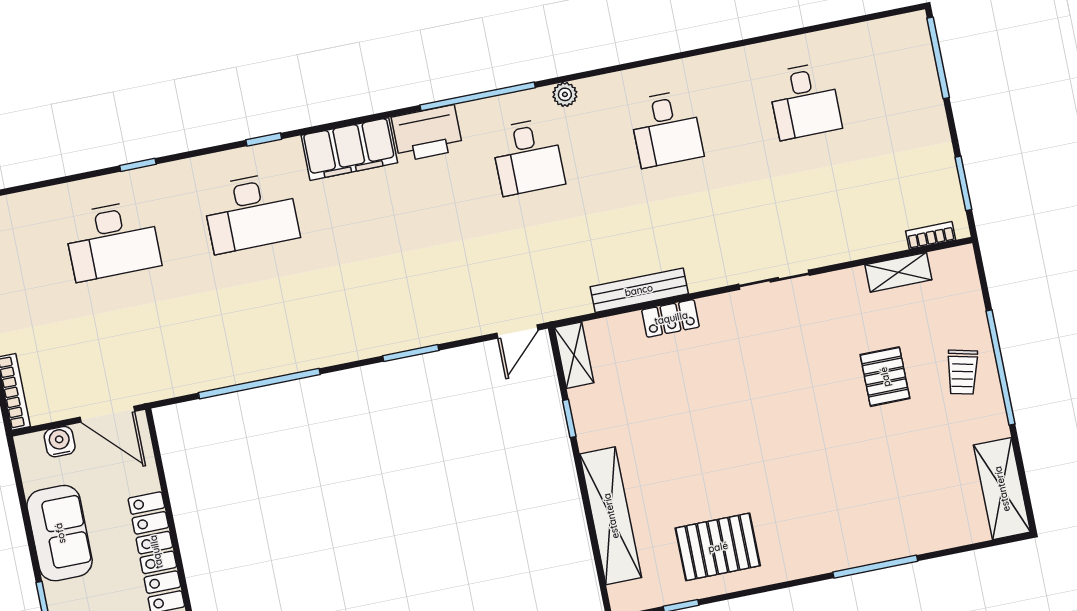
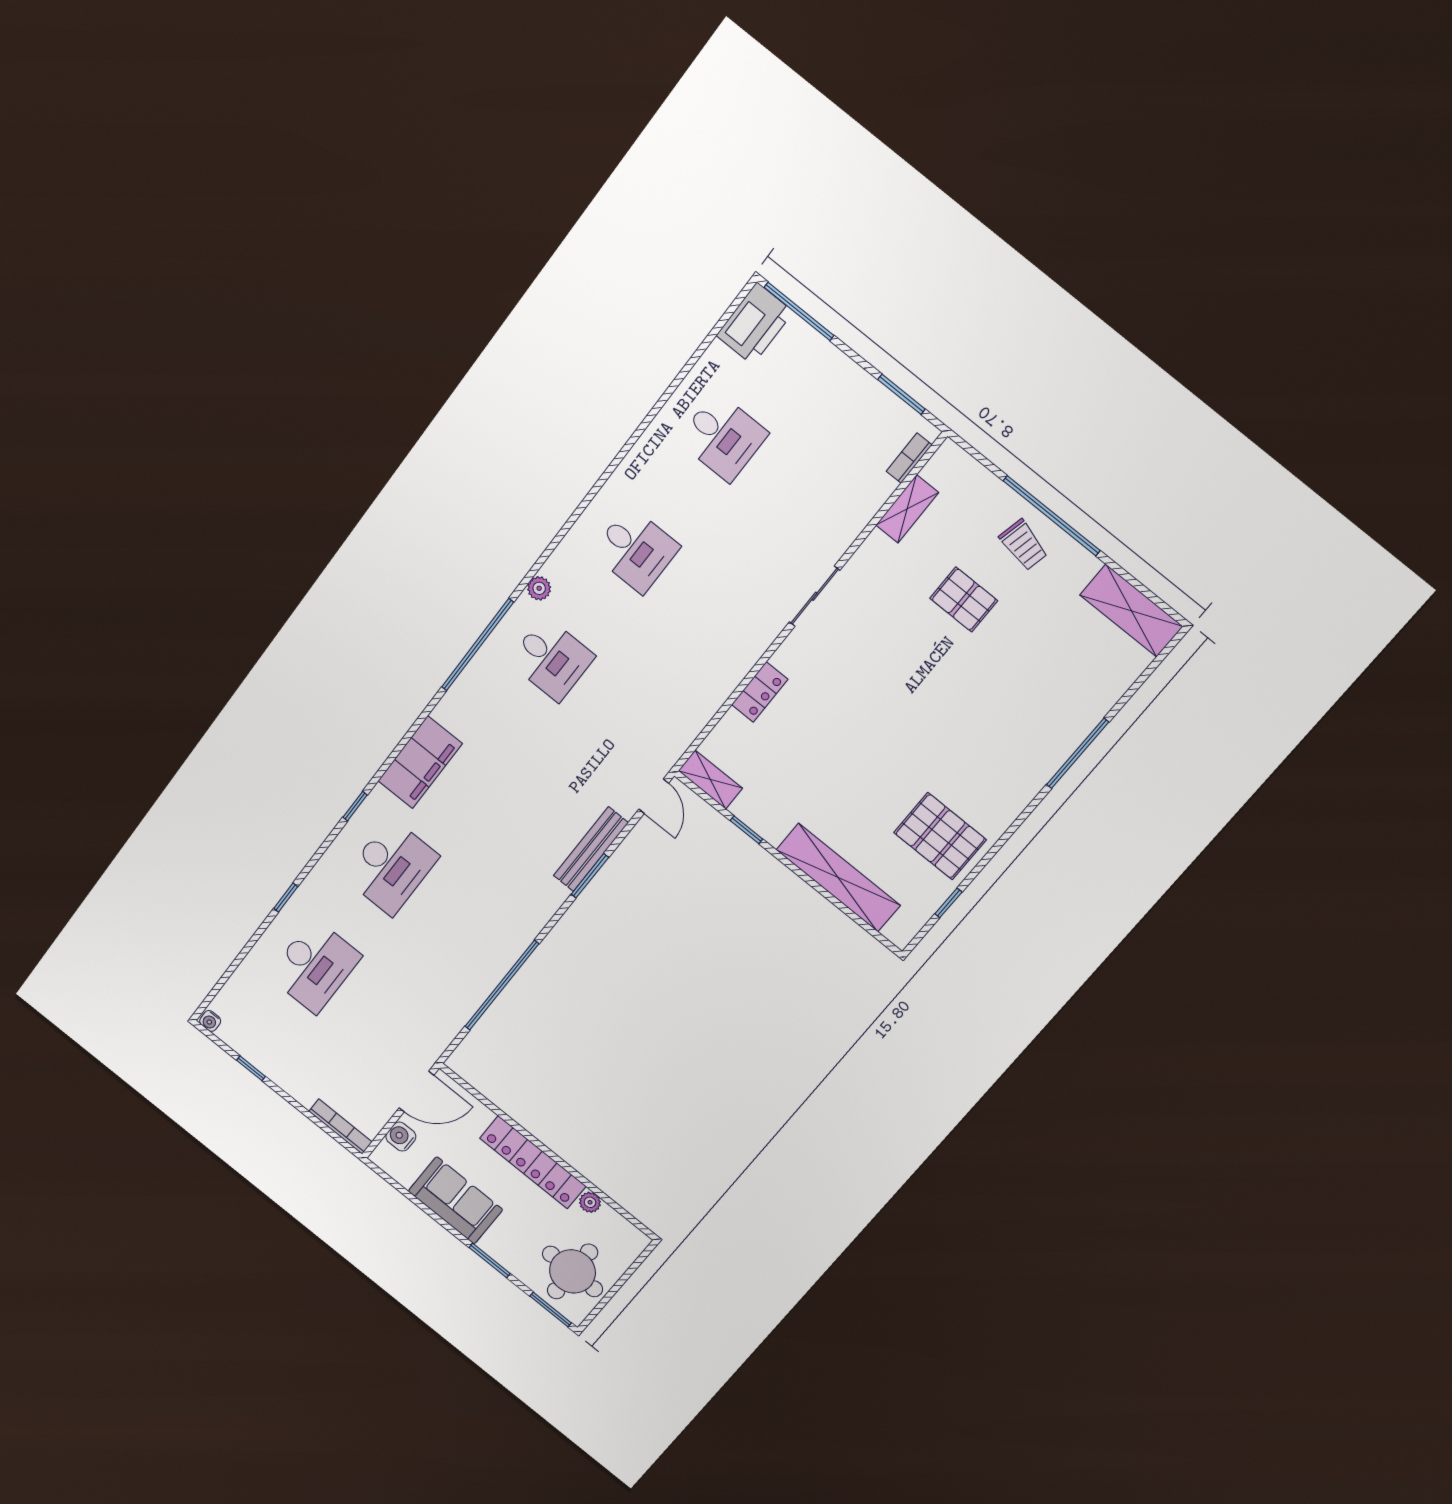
printer: (427, 133) -> (755, 324), moved
bench: (639, 290) -> (591, 849), moved
pallet: (718, 547) -> (940, 836), turned 90

